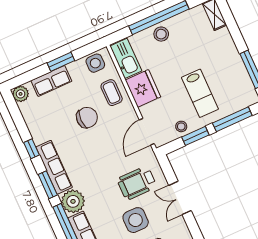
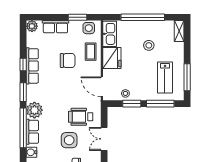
stool: (161, 34) -> (149, 45), moved
window: (61, 62) -> (77, 17), moved
lab bench: (200, 93) -> (165, 77), moved
door: (147, 132) -> (102, 87), hinge flipped
row of seats: (54, 167) -> (32, 66), moved

